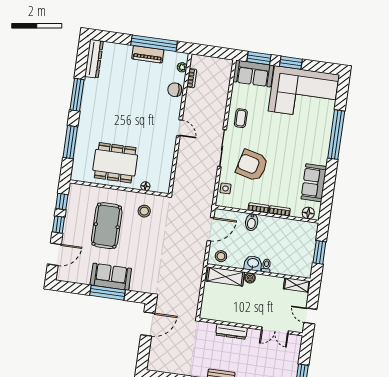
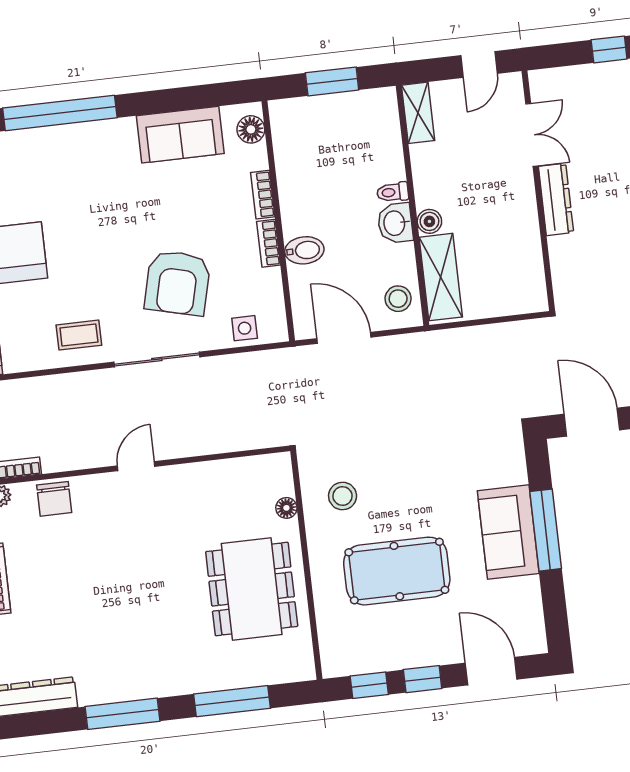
dresser: (231, 331) -> (556, 199), moved

